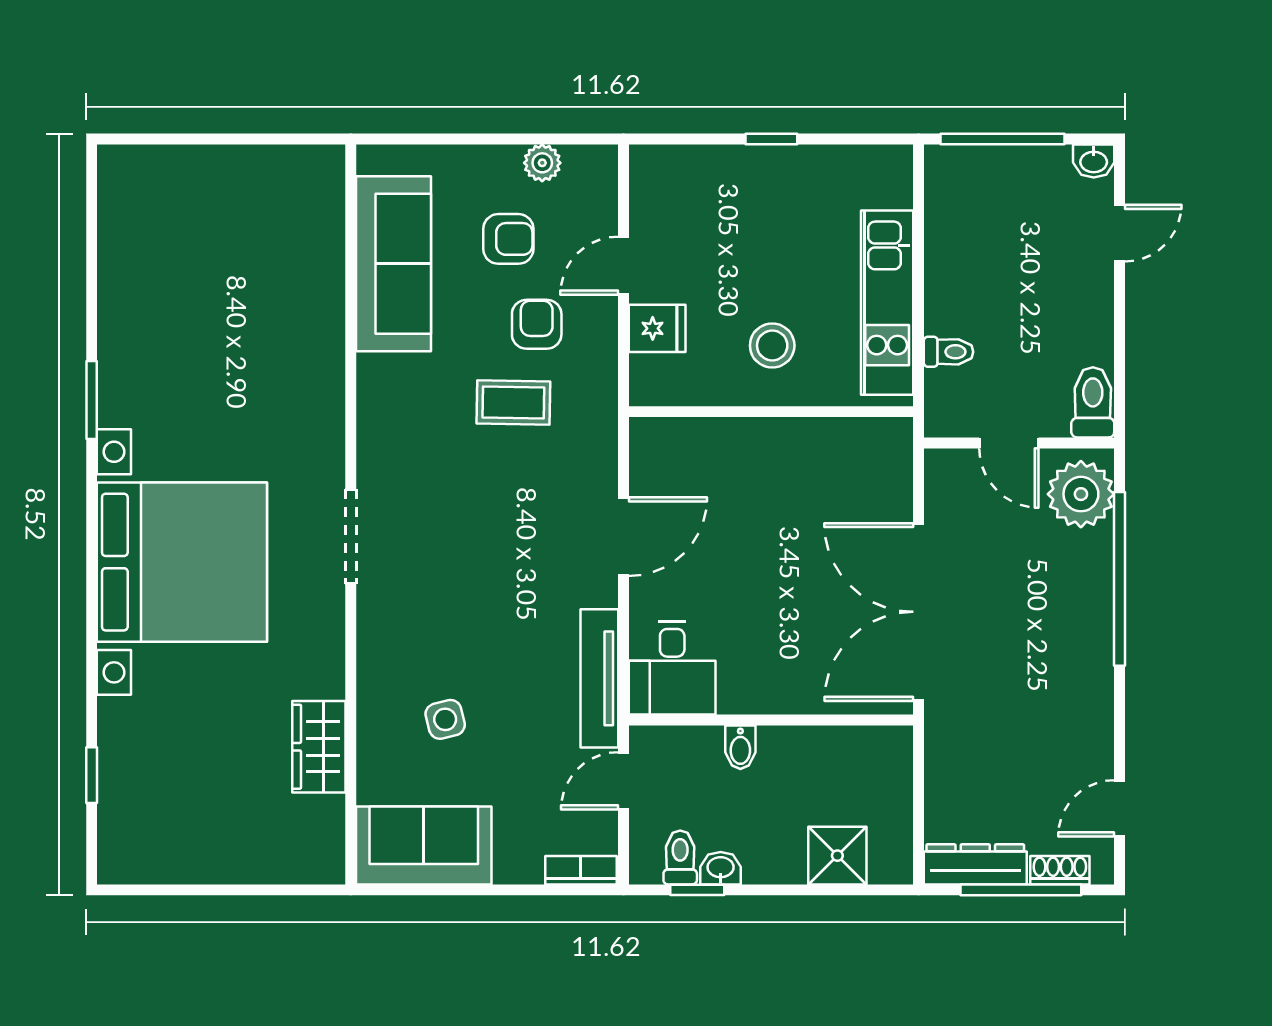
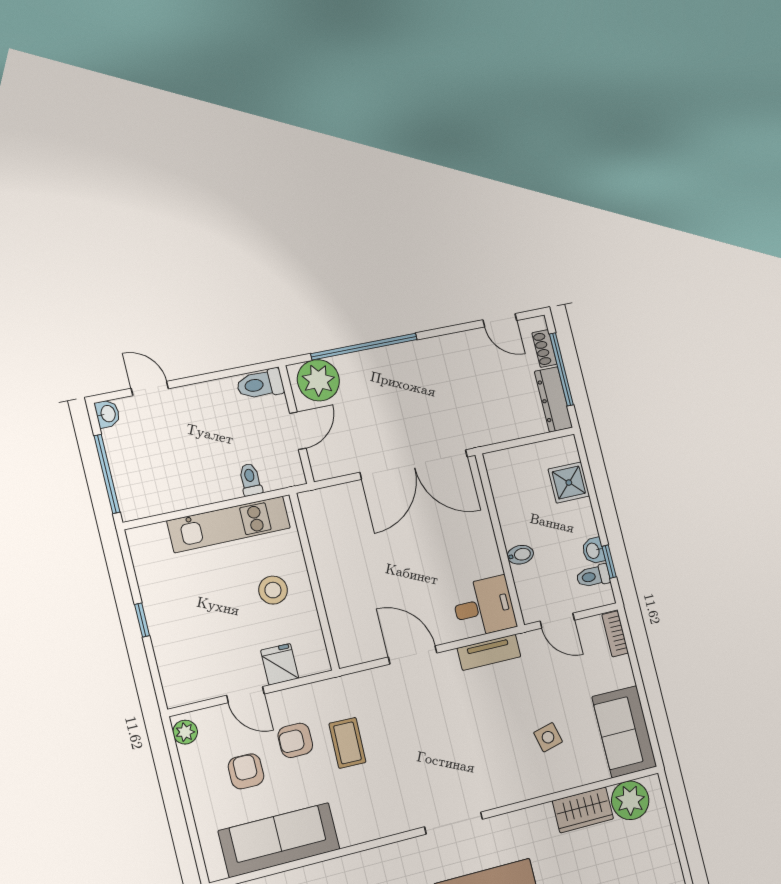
plant: (542, 163) -> (185, 732), moved
tv unit: (599, 678) -> (489, 652), width x0.71
plant: (314, 827) -> (630, 800), added

